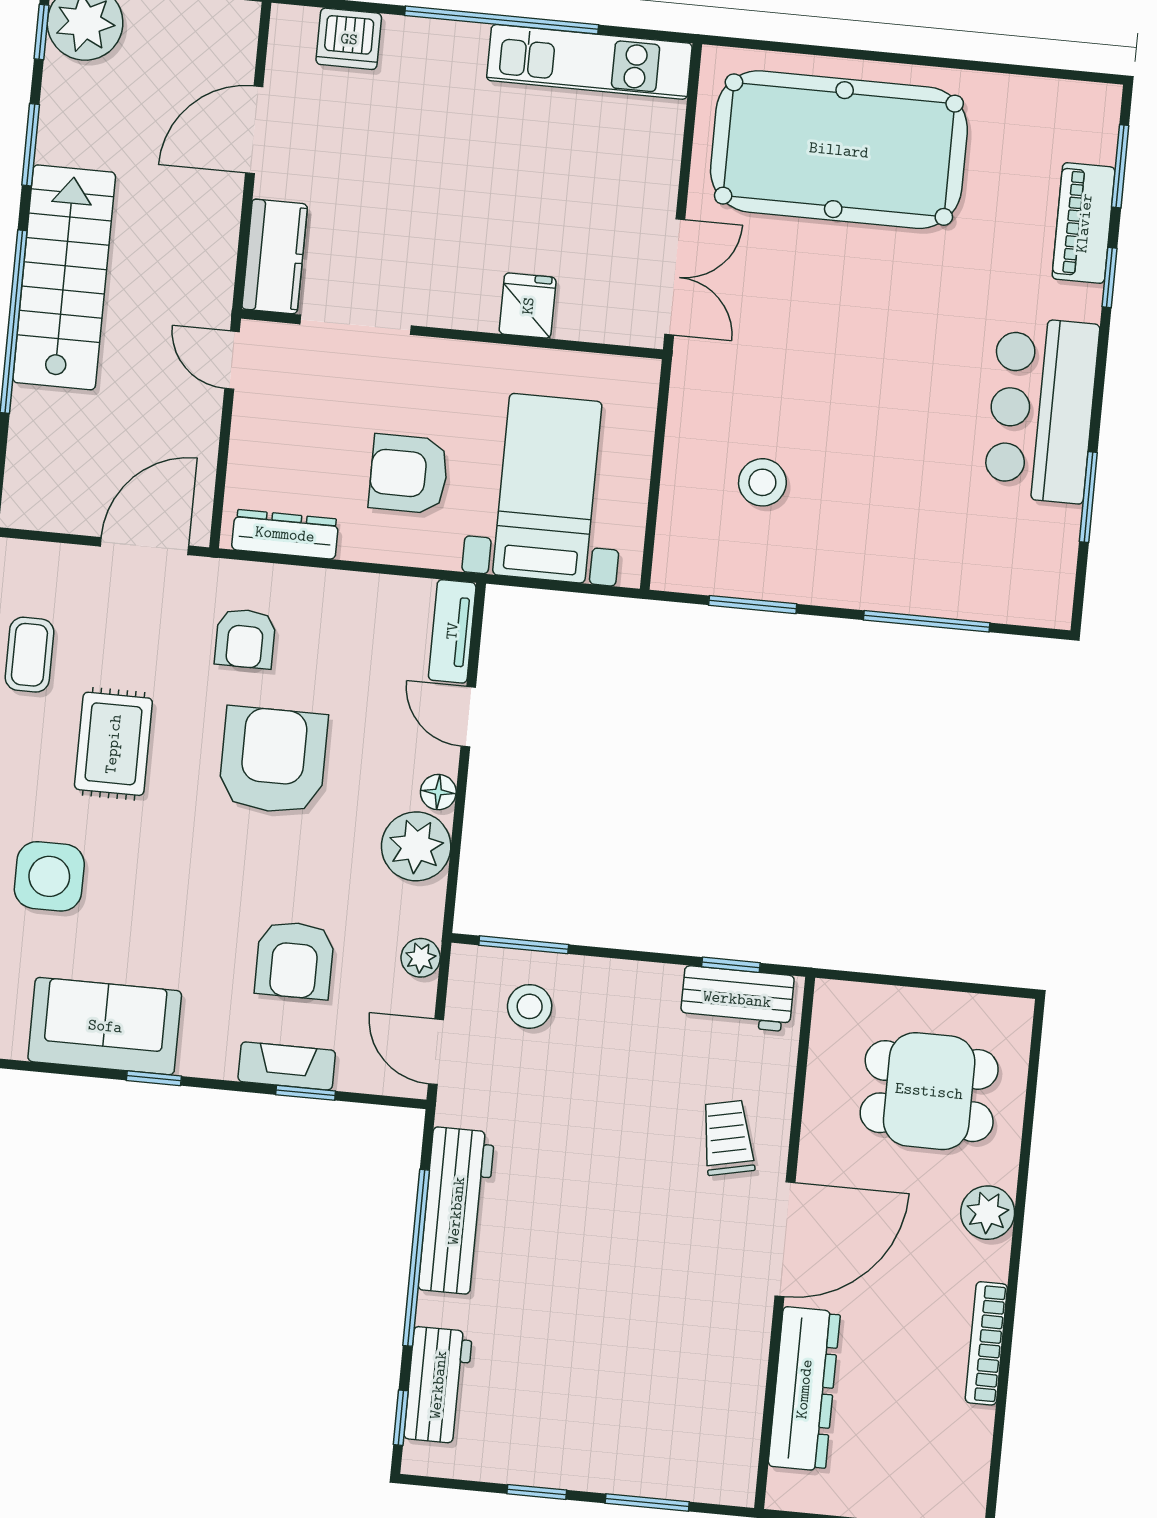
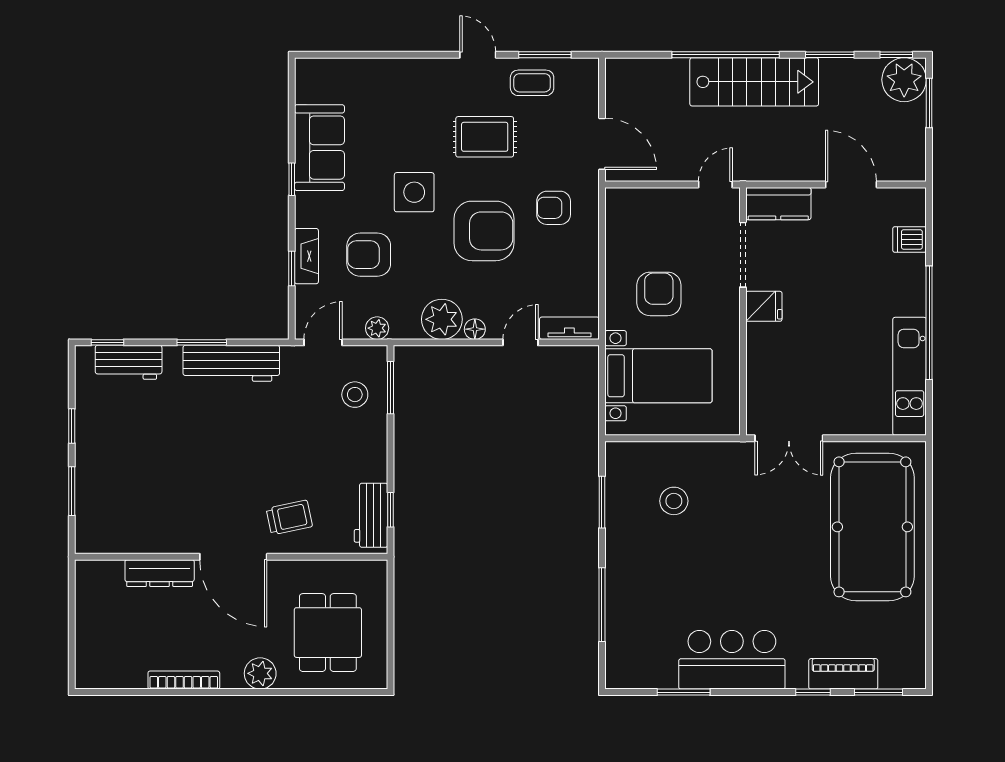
dishwasher: (349, 39) -> (910, 239), width x0.73
fridge: (528, 306) -> (764, 306), moved
dresser: (285, 534) -> (617, 225), removed
side table: (49, 876) -> (414, 192), moved
window: (416, 1258) -> (202, 342), width x0.47
dresser: (804, 1389) -> (160, 573), width x0.73, depth x0.80

